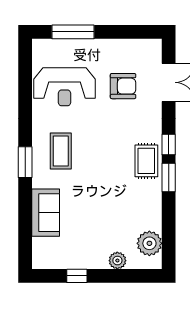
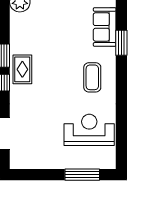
armchair: (123, 86) -> (41, 130), removed
window: (25, 162) -> (121, 43), moved

